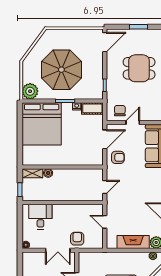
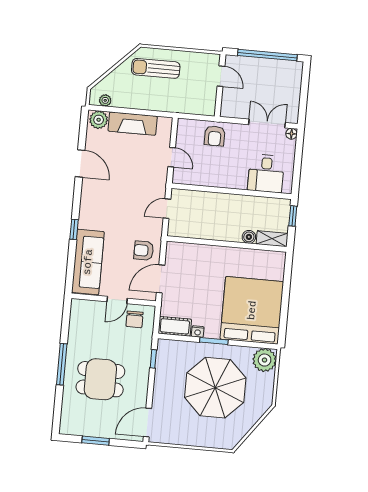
double door: (58, 250) -> (267, 124), moved

